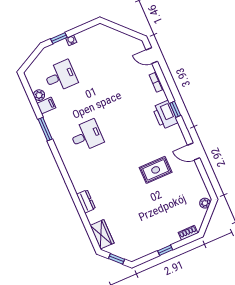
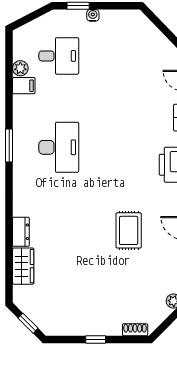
window: (45, 129) -> (9, 146), moved
desk: (87, 136) -> (59, 147), width x1.37
rug: (156, 170) -> (129, 230), turned 90
wardrobe: (102, 234) -> (23, 266), moved

